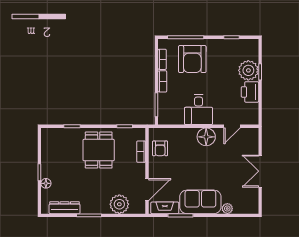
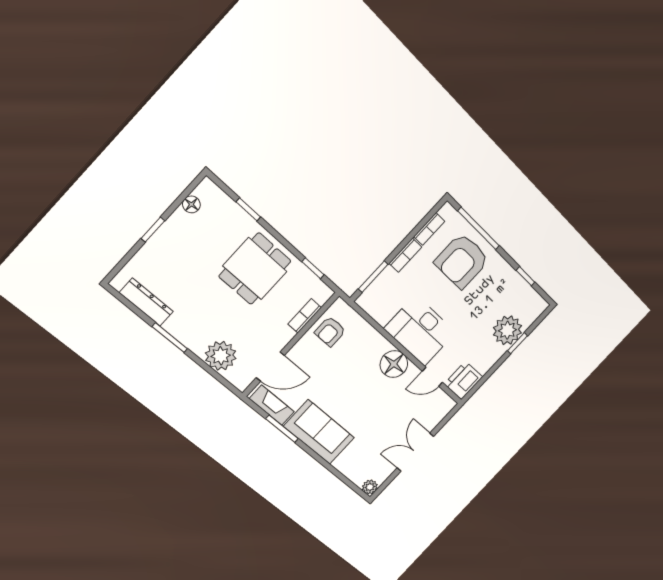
printer: (250, 92) -> (463, 380), moved
desk: (199, 110) -> (420, 331), width x1.37
floor lamp: (46, 183) -> (191, 204), moved
plant: (227, 209) -> (370, 487), moved

